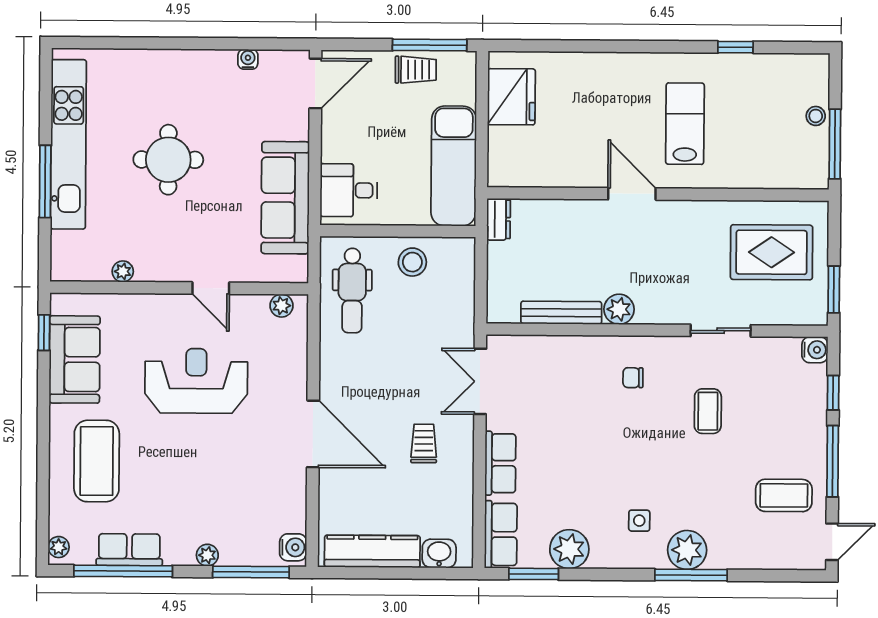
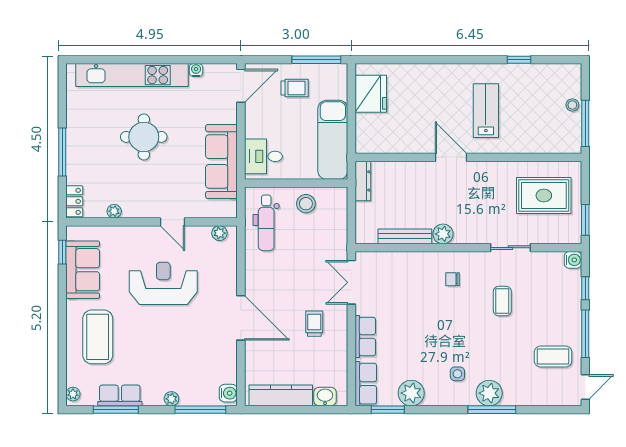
trolley: (416, 70) -> (295, 88), moved
kitchen unit: (68, 144) -> (132, 75), moved, turned 90
dresser: (499, 219) -> (363, 181), width x1.44
locker: (63, 256) -> (74, 201), added
window: (123, 571) -> (116, 410), width x0.68

